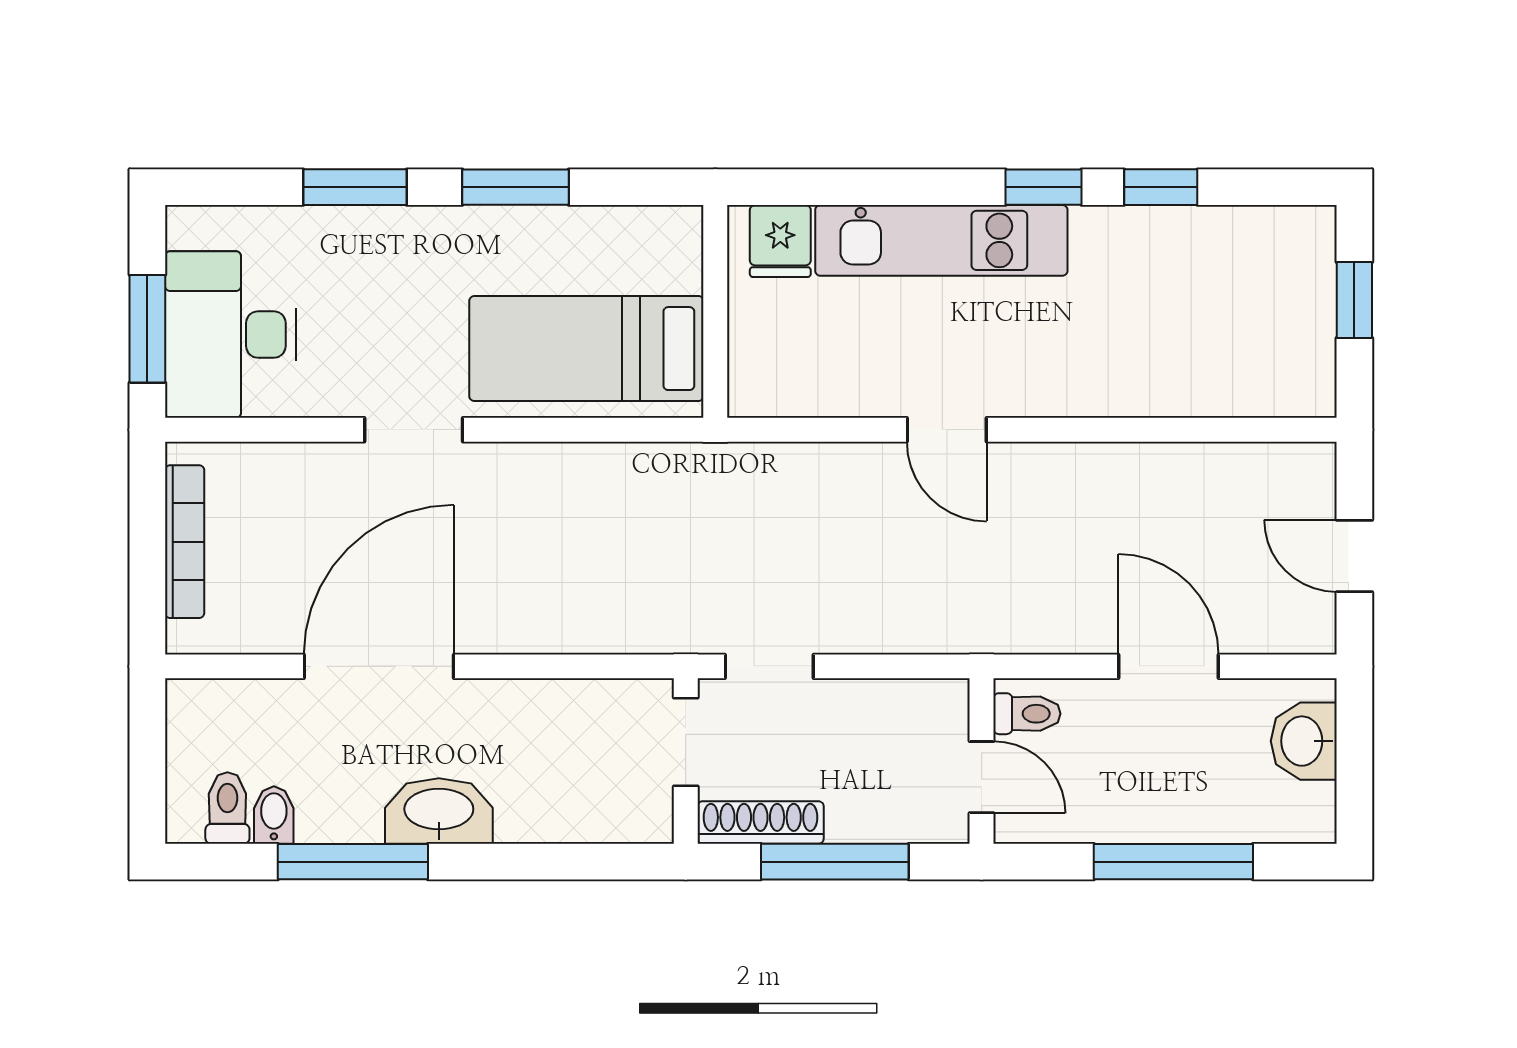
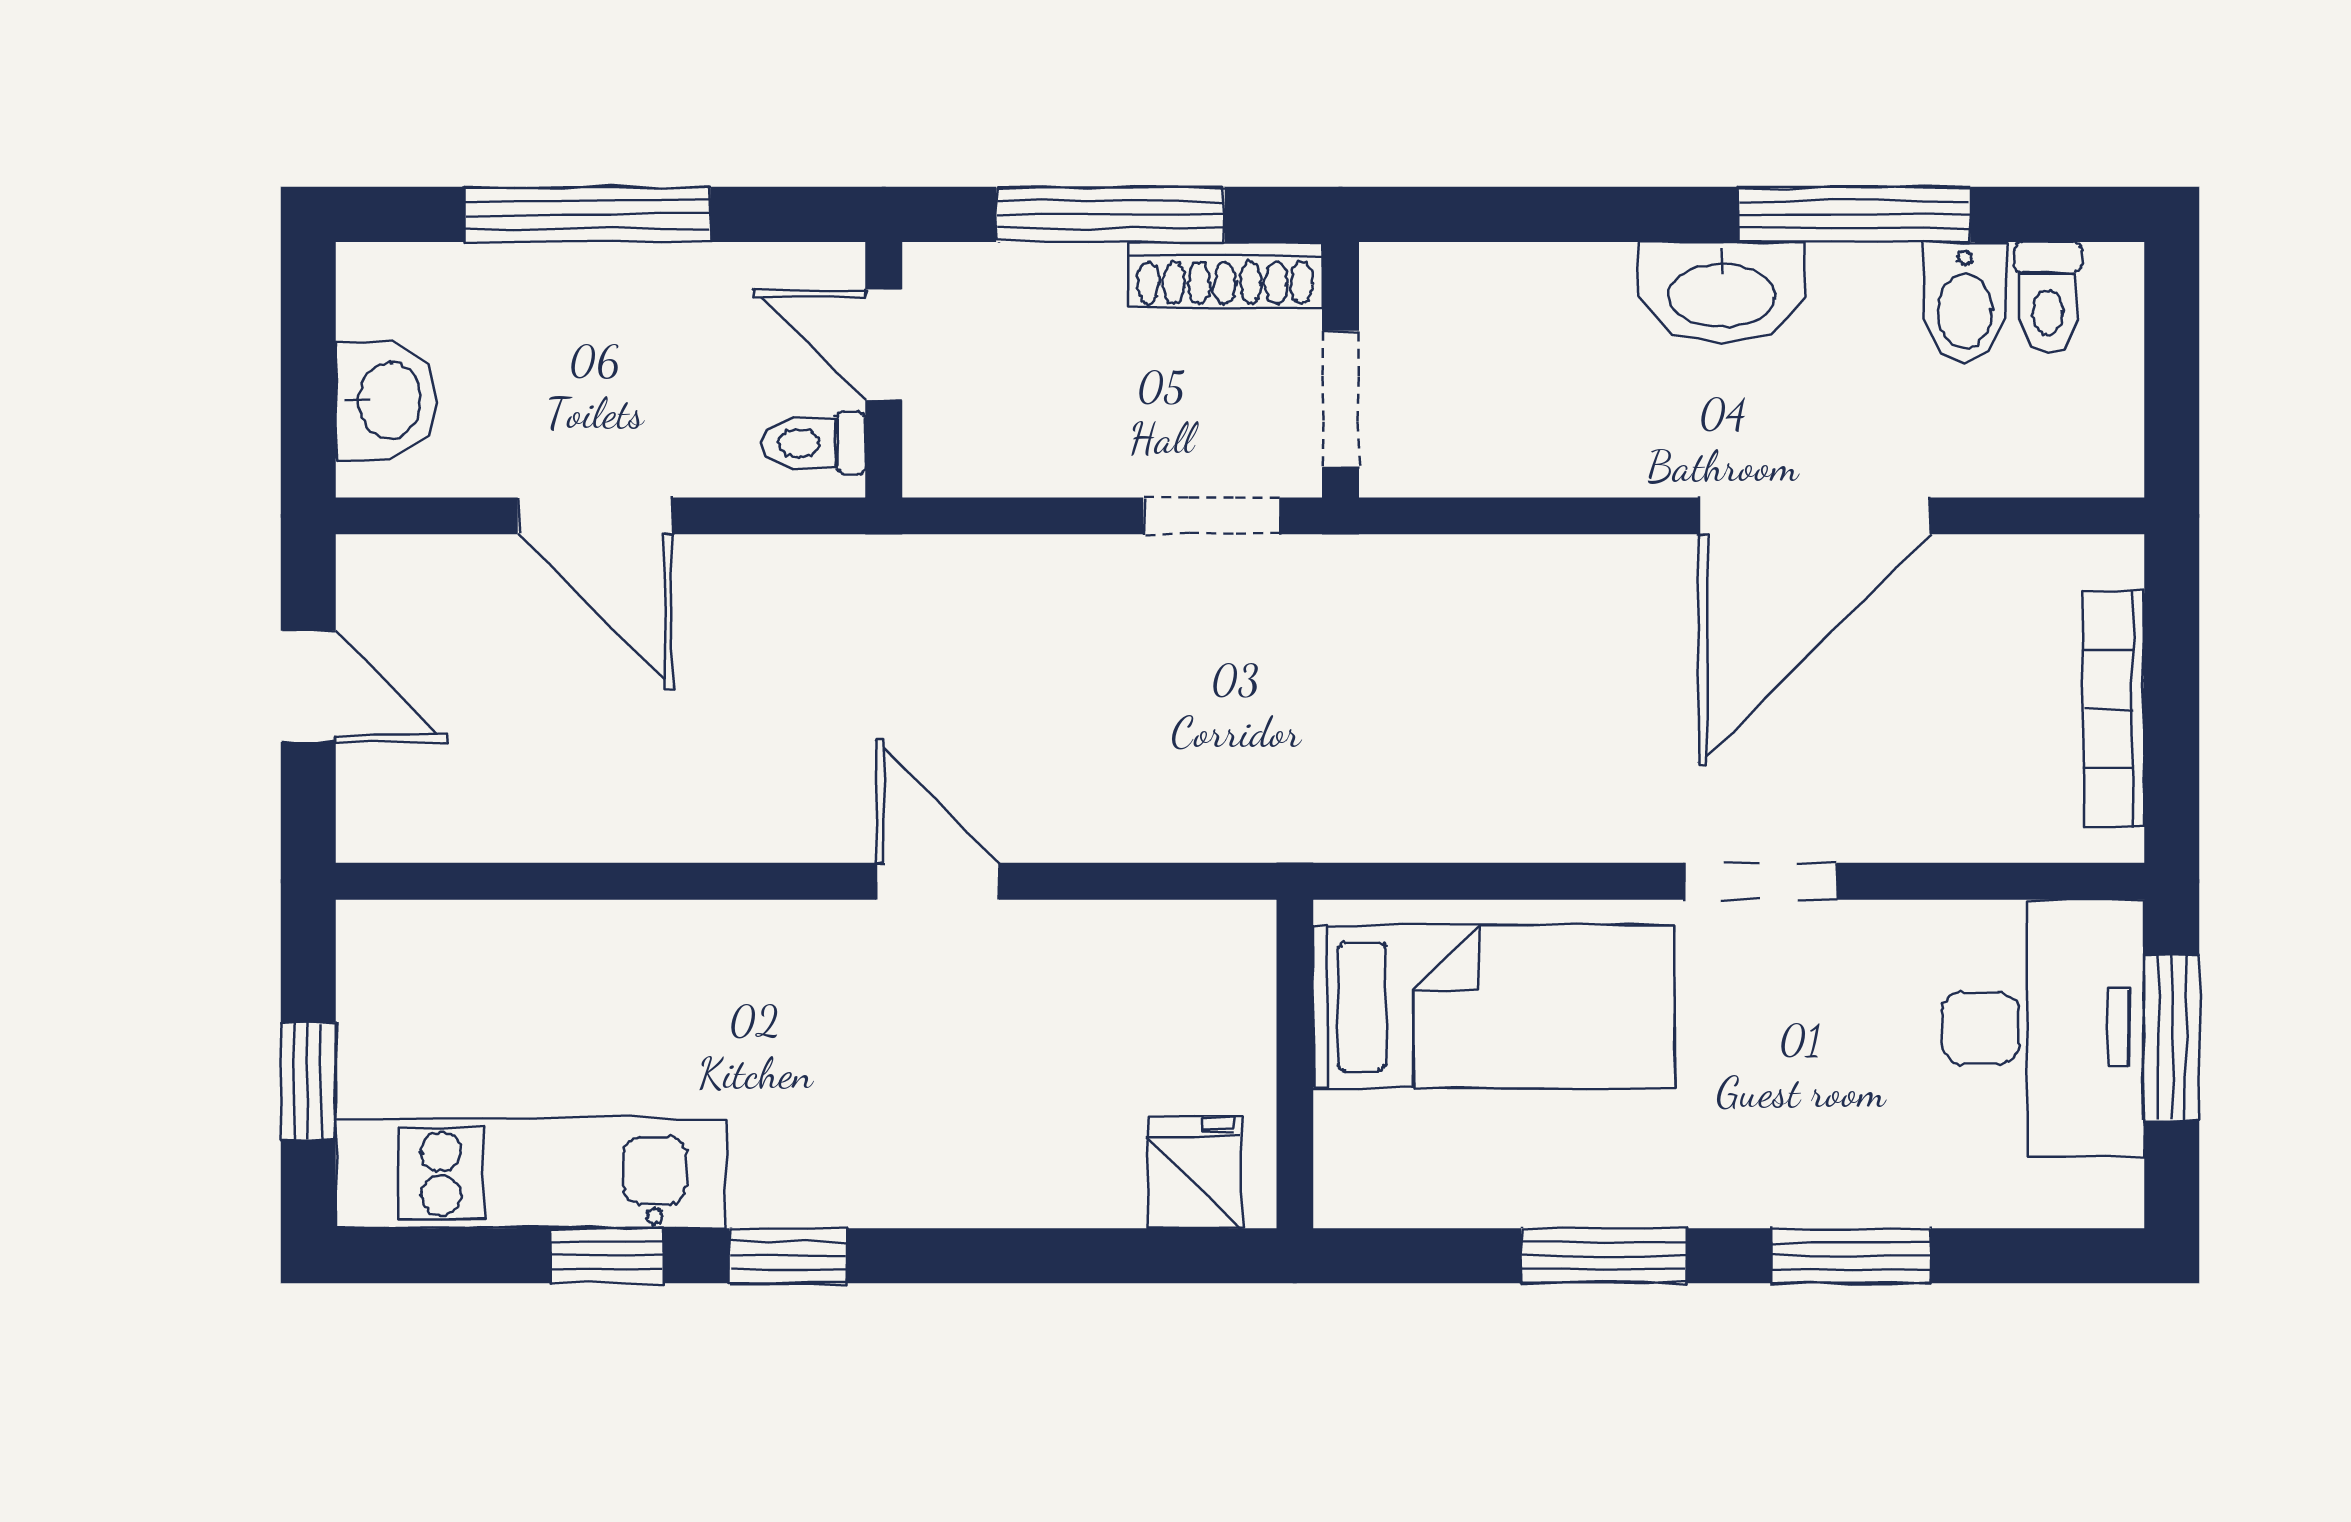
kitchen unit: (941, 240) -> (530, 1174), moved
bidet: (274, 815) -> (1965, 302), width x1.38, depth x1.36

